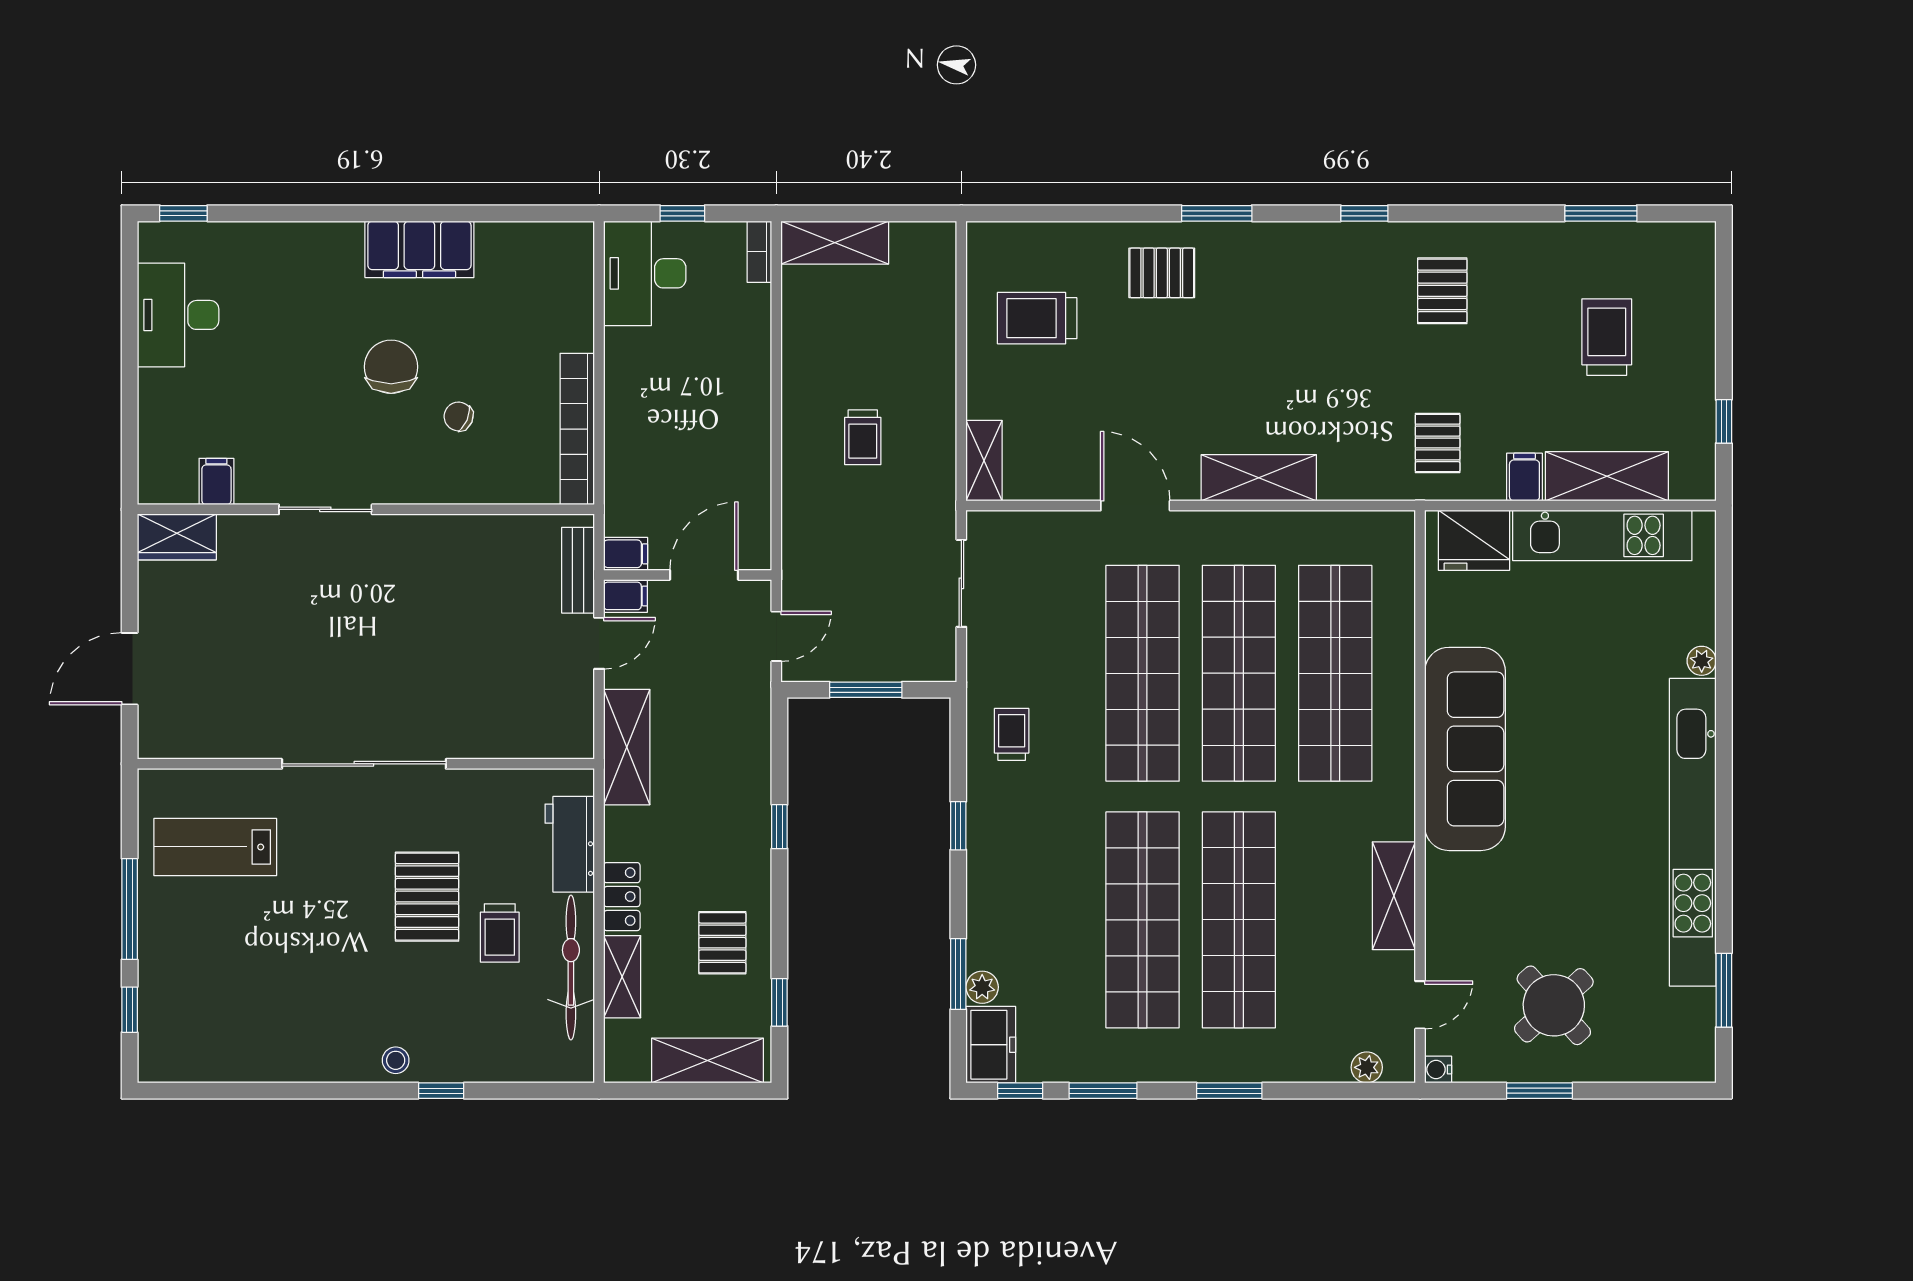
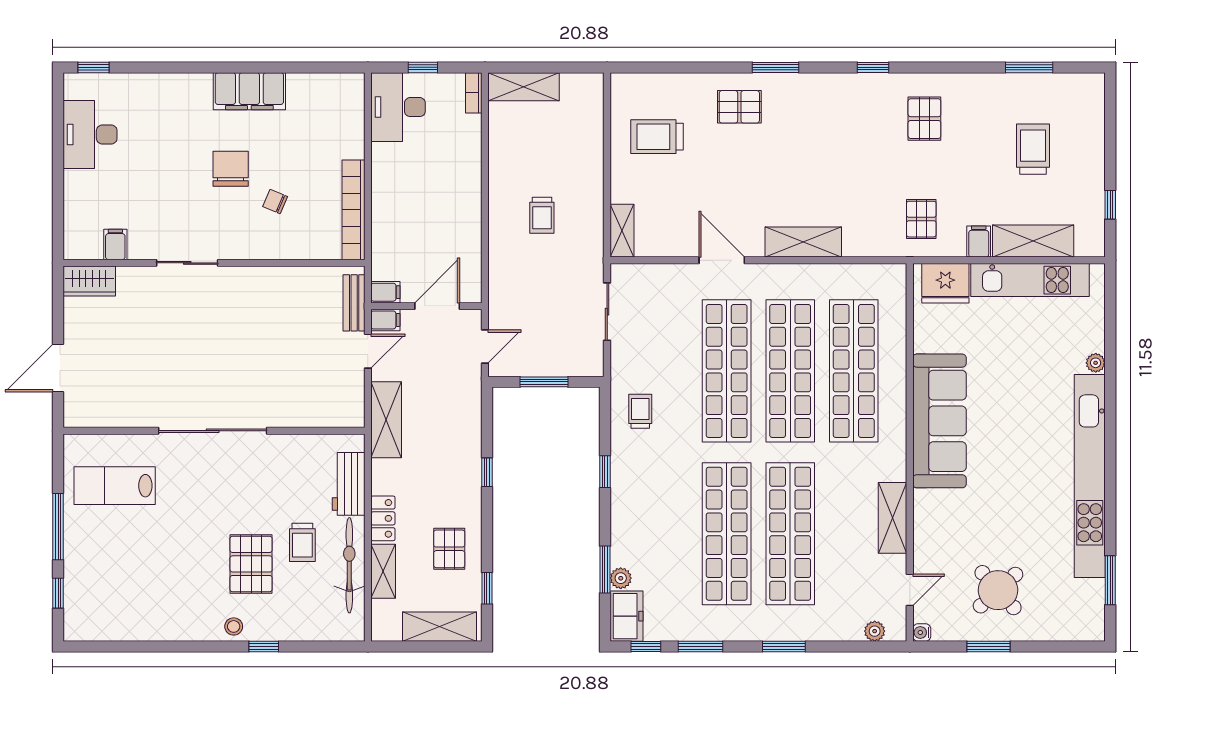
pallet: (427, 897) -> (251, 564), moved

